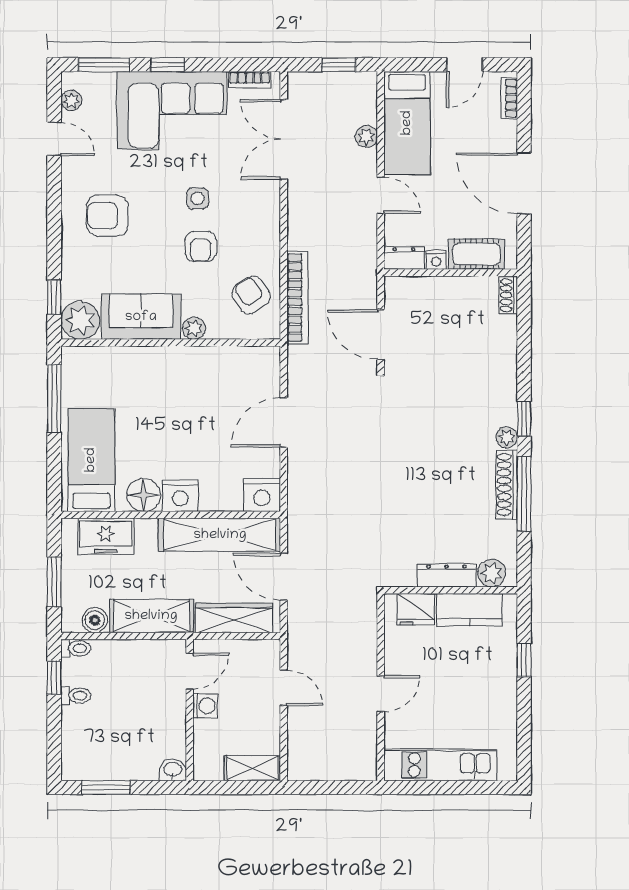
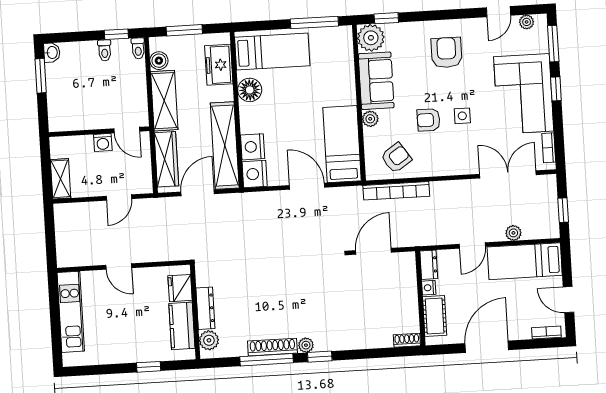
bed: (227, 370) -> (342, 144), added
nightstand: (180, 496) -> (253, 147), moved
washbasin: (173, 770) -> (52, 52), moved

